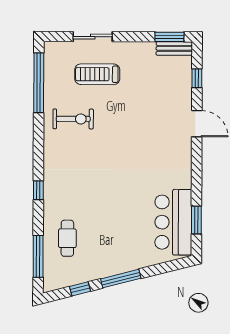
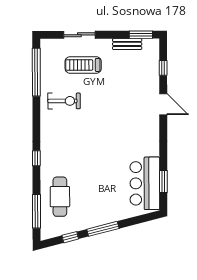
bench: (174, 48) -> (127, 44), moved
cafe table: (67, 238) -> (60, 197), width x1.37, depth x1.35

